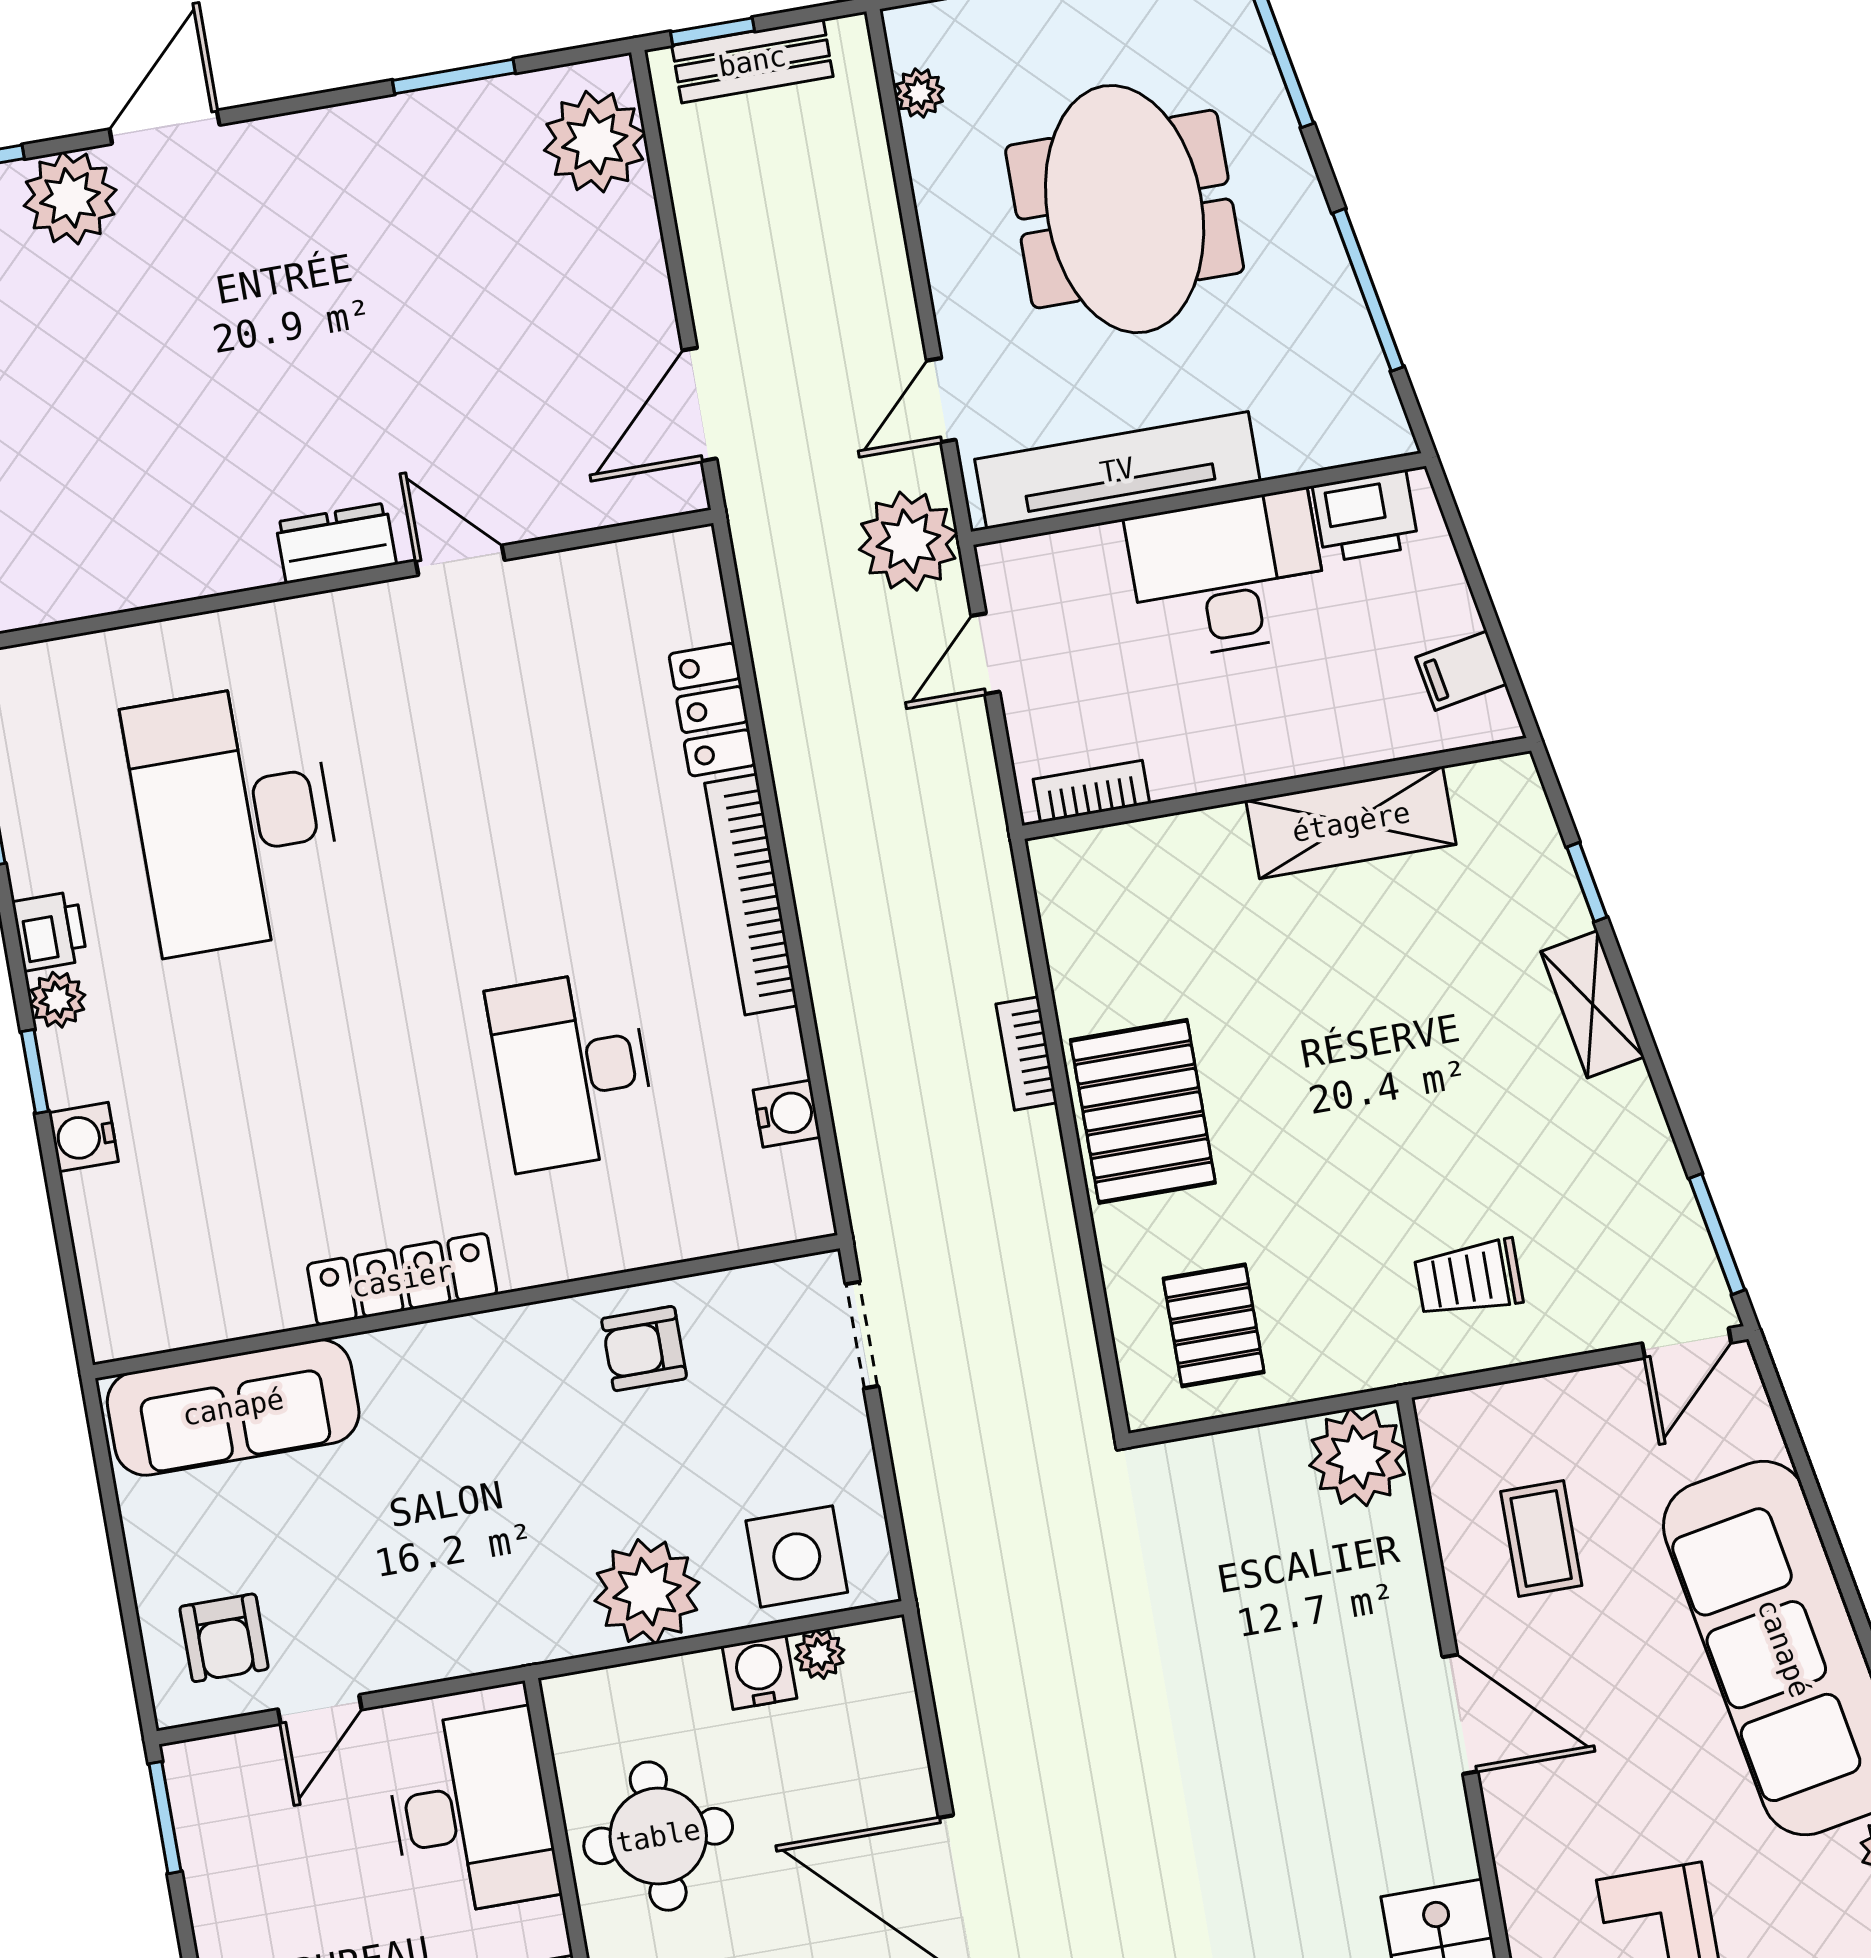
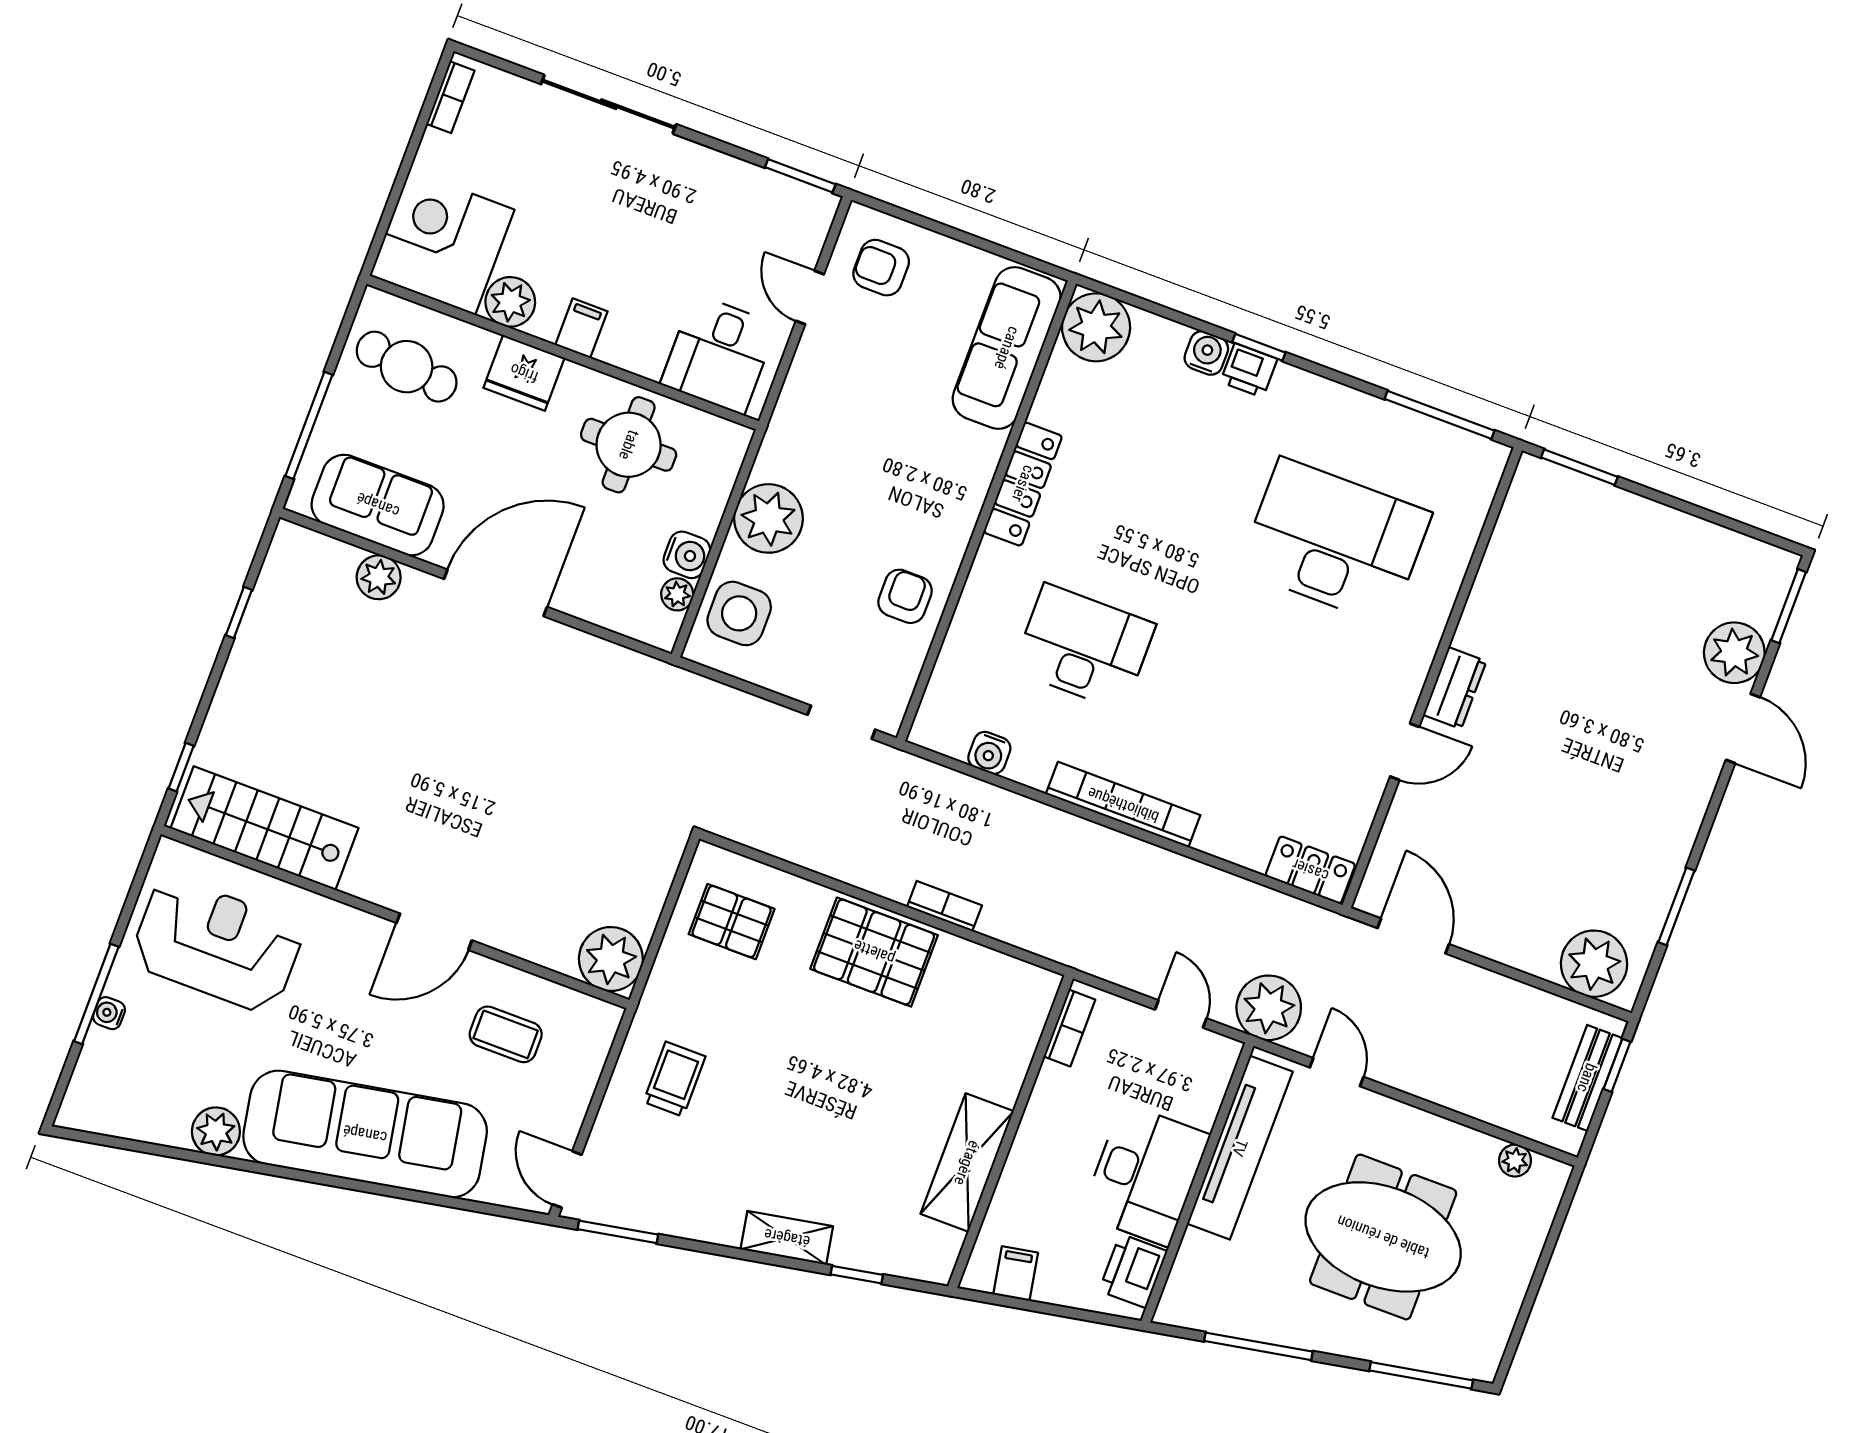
locker: (712, 710) -> (1310, 870), moved
printer: (50, 931) -> (1249, 370), moved
plant: (57, 1000) -> (1096, 327), moved, width x1.87, depth x1.87
desk: (471, 1812) -> (719, 354), width x0.73

